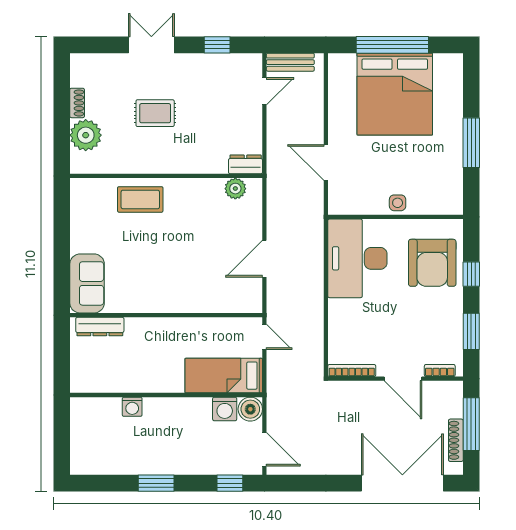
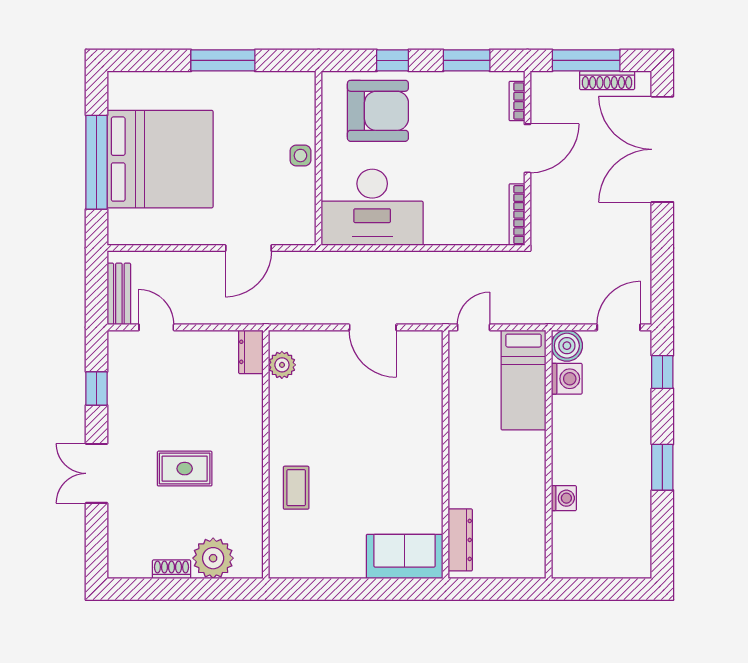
rug: (155, 113) -> (185, 469), turned 90
coffee table: (140, 199) -> (296, 488), width x0.73, depth x0.77

